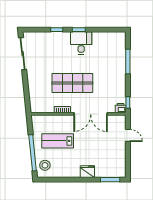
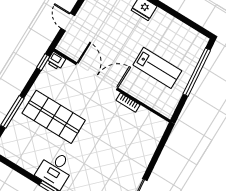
shop shelf: (72, 83) -> (54, 117), moved
stool: (45, 165) -> (191, 48), removed

